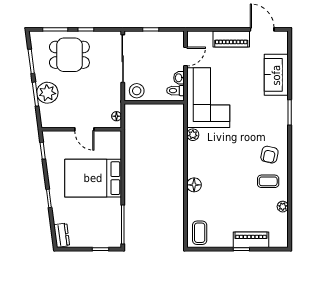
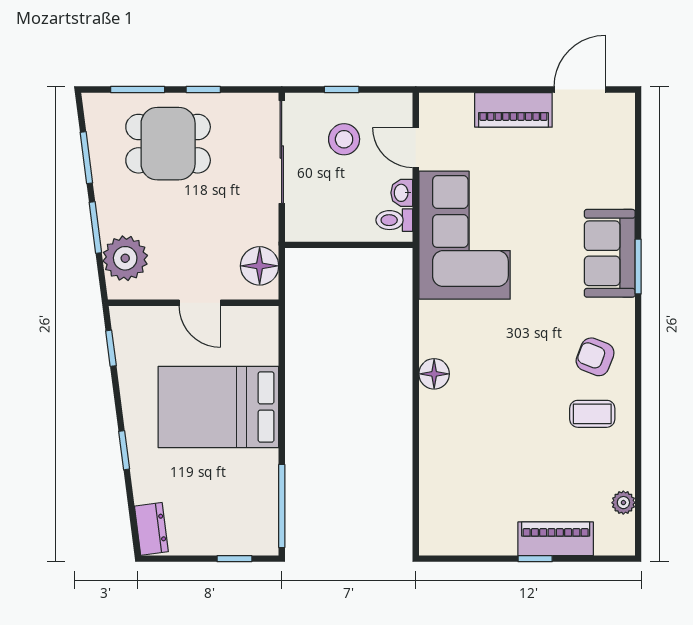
door: (262, 29) -> (580, 90), hinge flipped
door: (185, 57) -> (416, 147), swing flipped
sofa: (276, 75) -> (610, 253), moved
stool: (137, 91) -> (344, 139), moved
plant: (47, 93) -> (125, 258), moved
floor lamp: (116, 116) -> (260, 266), width x1.89, depth x1.89
plant: (193, 135) -> (431, 314), removed
armchair: (269, 155) -> (595, 357), turned 99
floor lamp: (194, 185) -> (434, 374), moved
plant: (283, 207) -> (623, 503), moved
coffee table: (200, 233) -> (446, 524), removed

